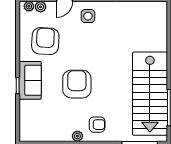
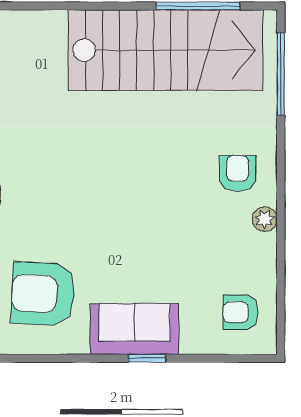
armchair: (77, 84) -> (241, 312), moved, width x0.53, depth x0.53

